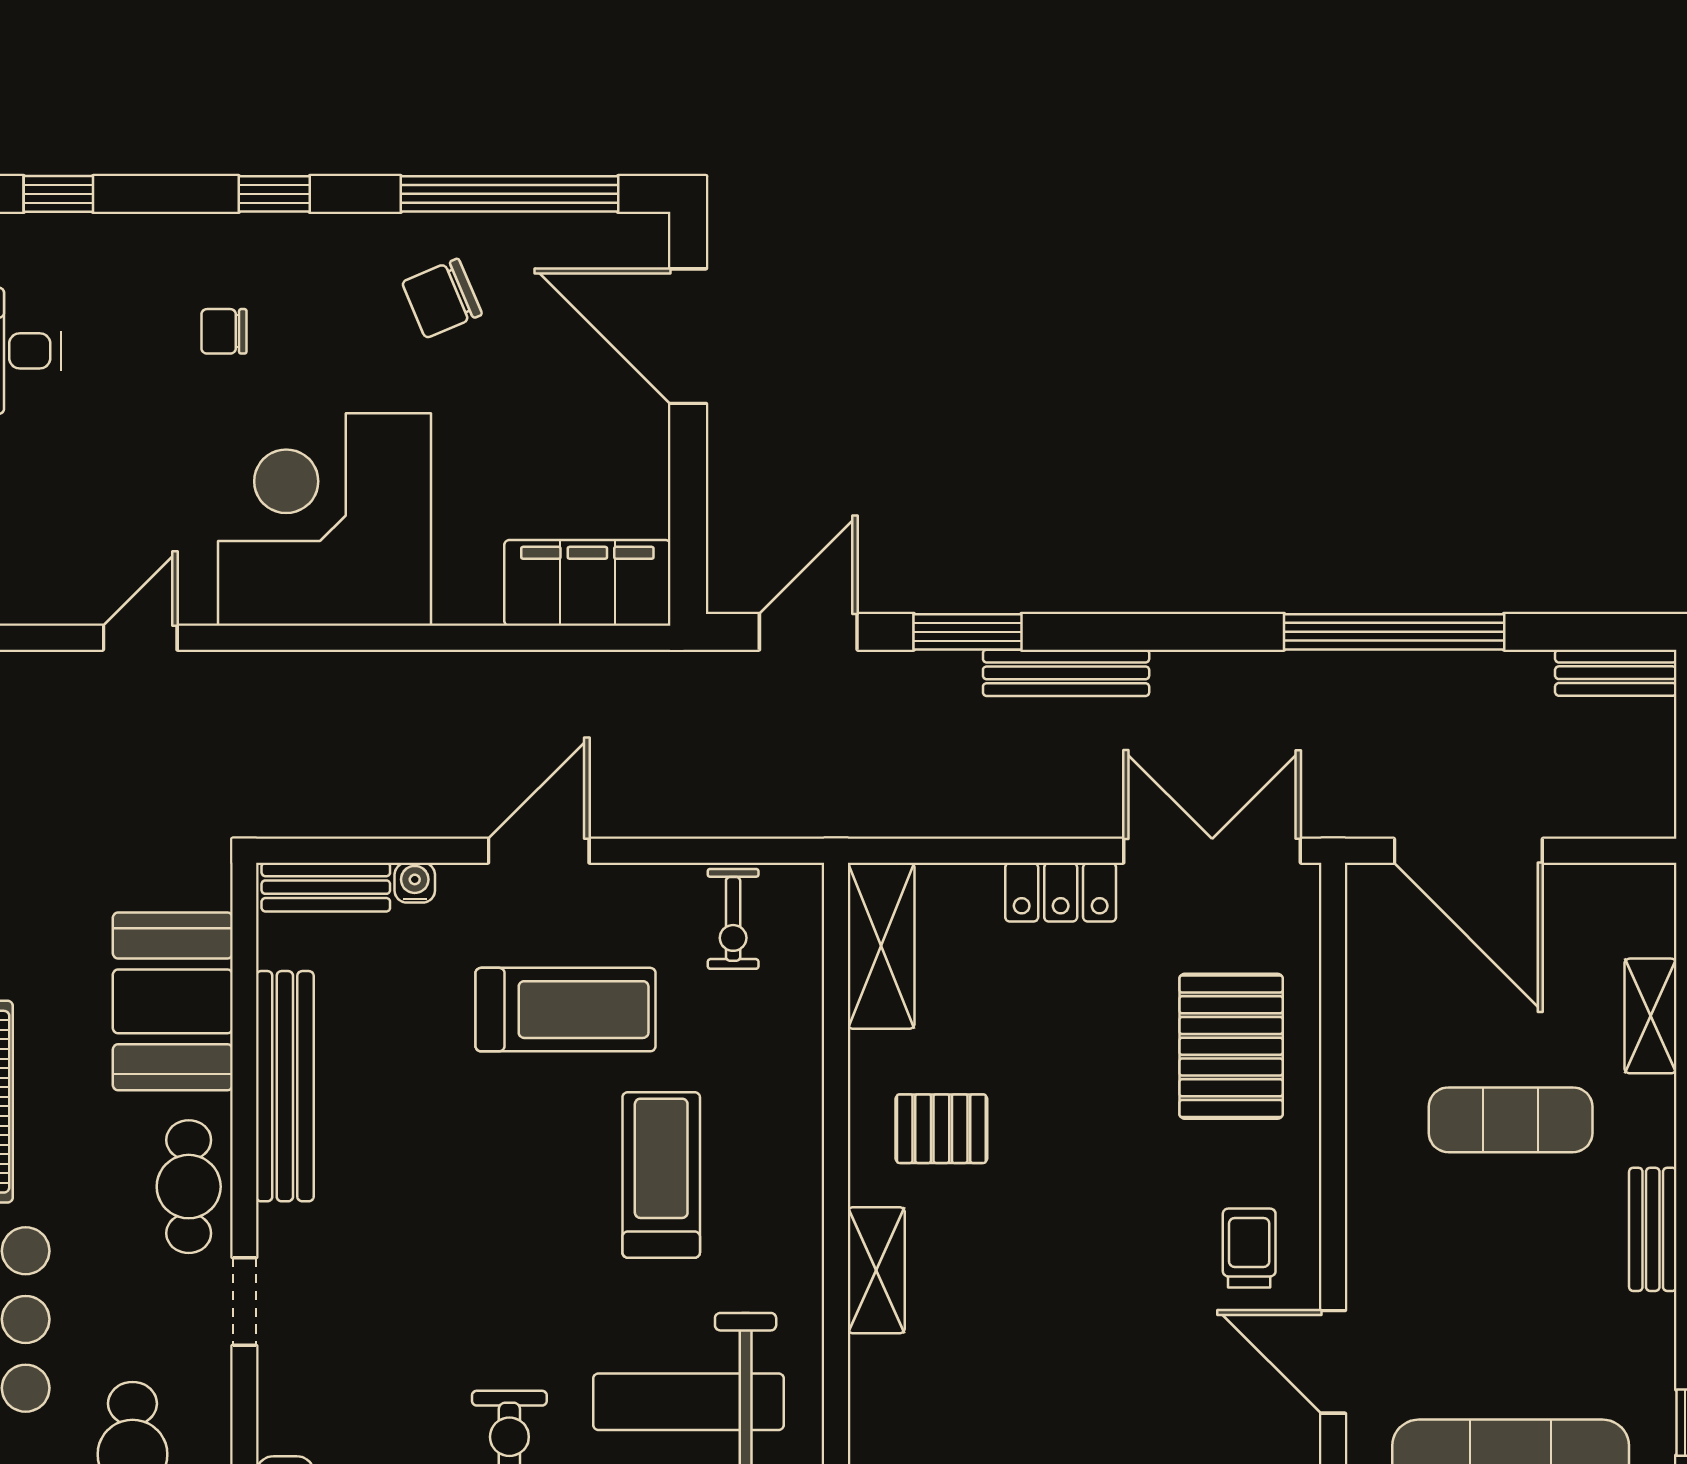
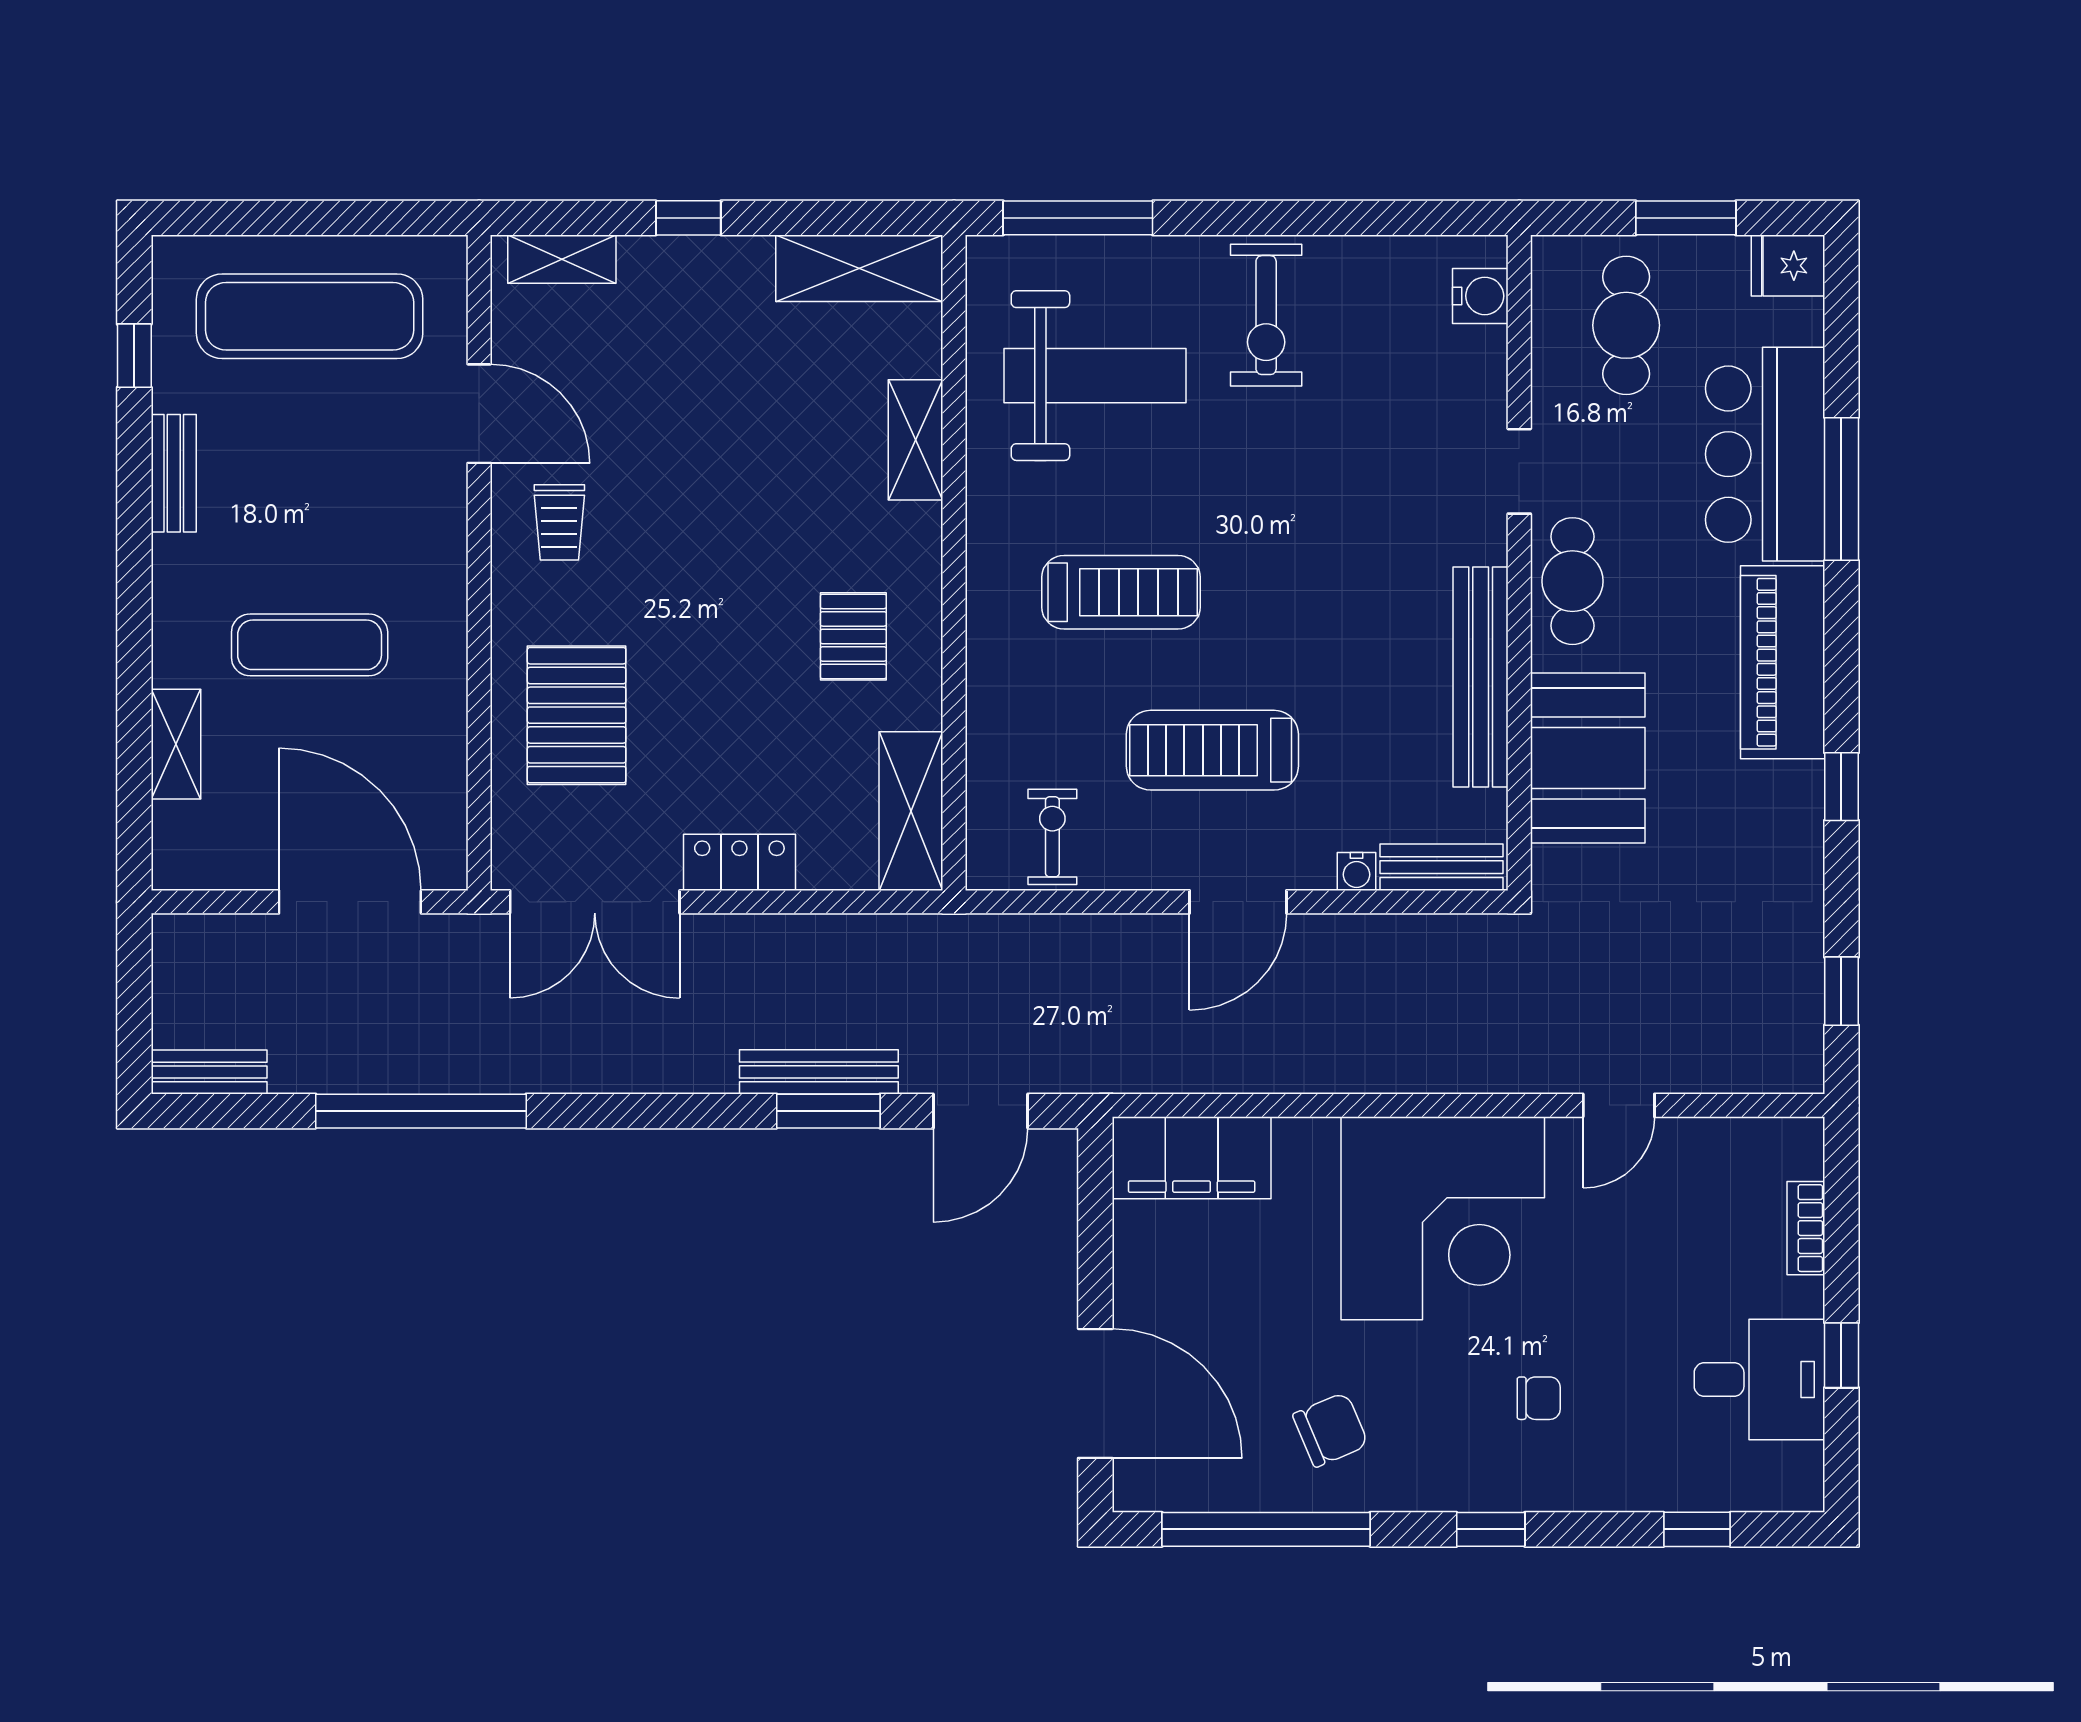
bench: (1066, 673) -> (819, 1072), moved
pallet: (941, 1129) -> (853, 636), turned 90
treadmill: (661, 1175) -> (1121, 592), turned -90
bench: (1653, 1229) -> (174, 473), moved
shelving: (876, 1270) -> (916, 440), moved

